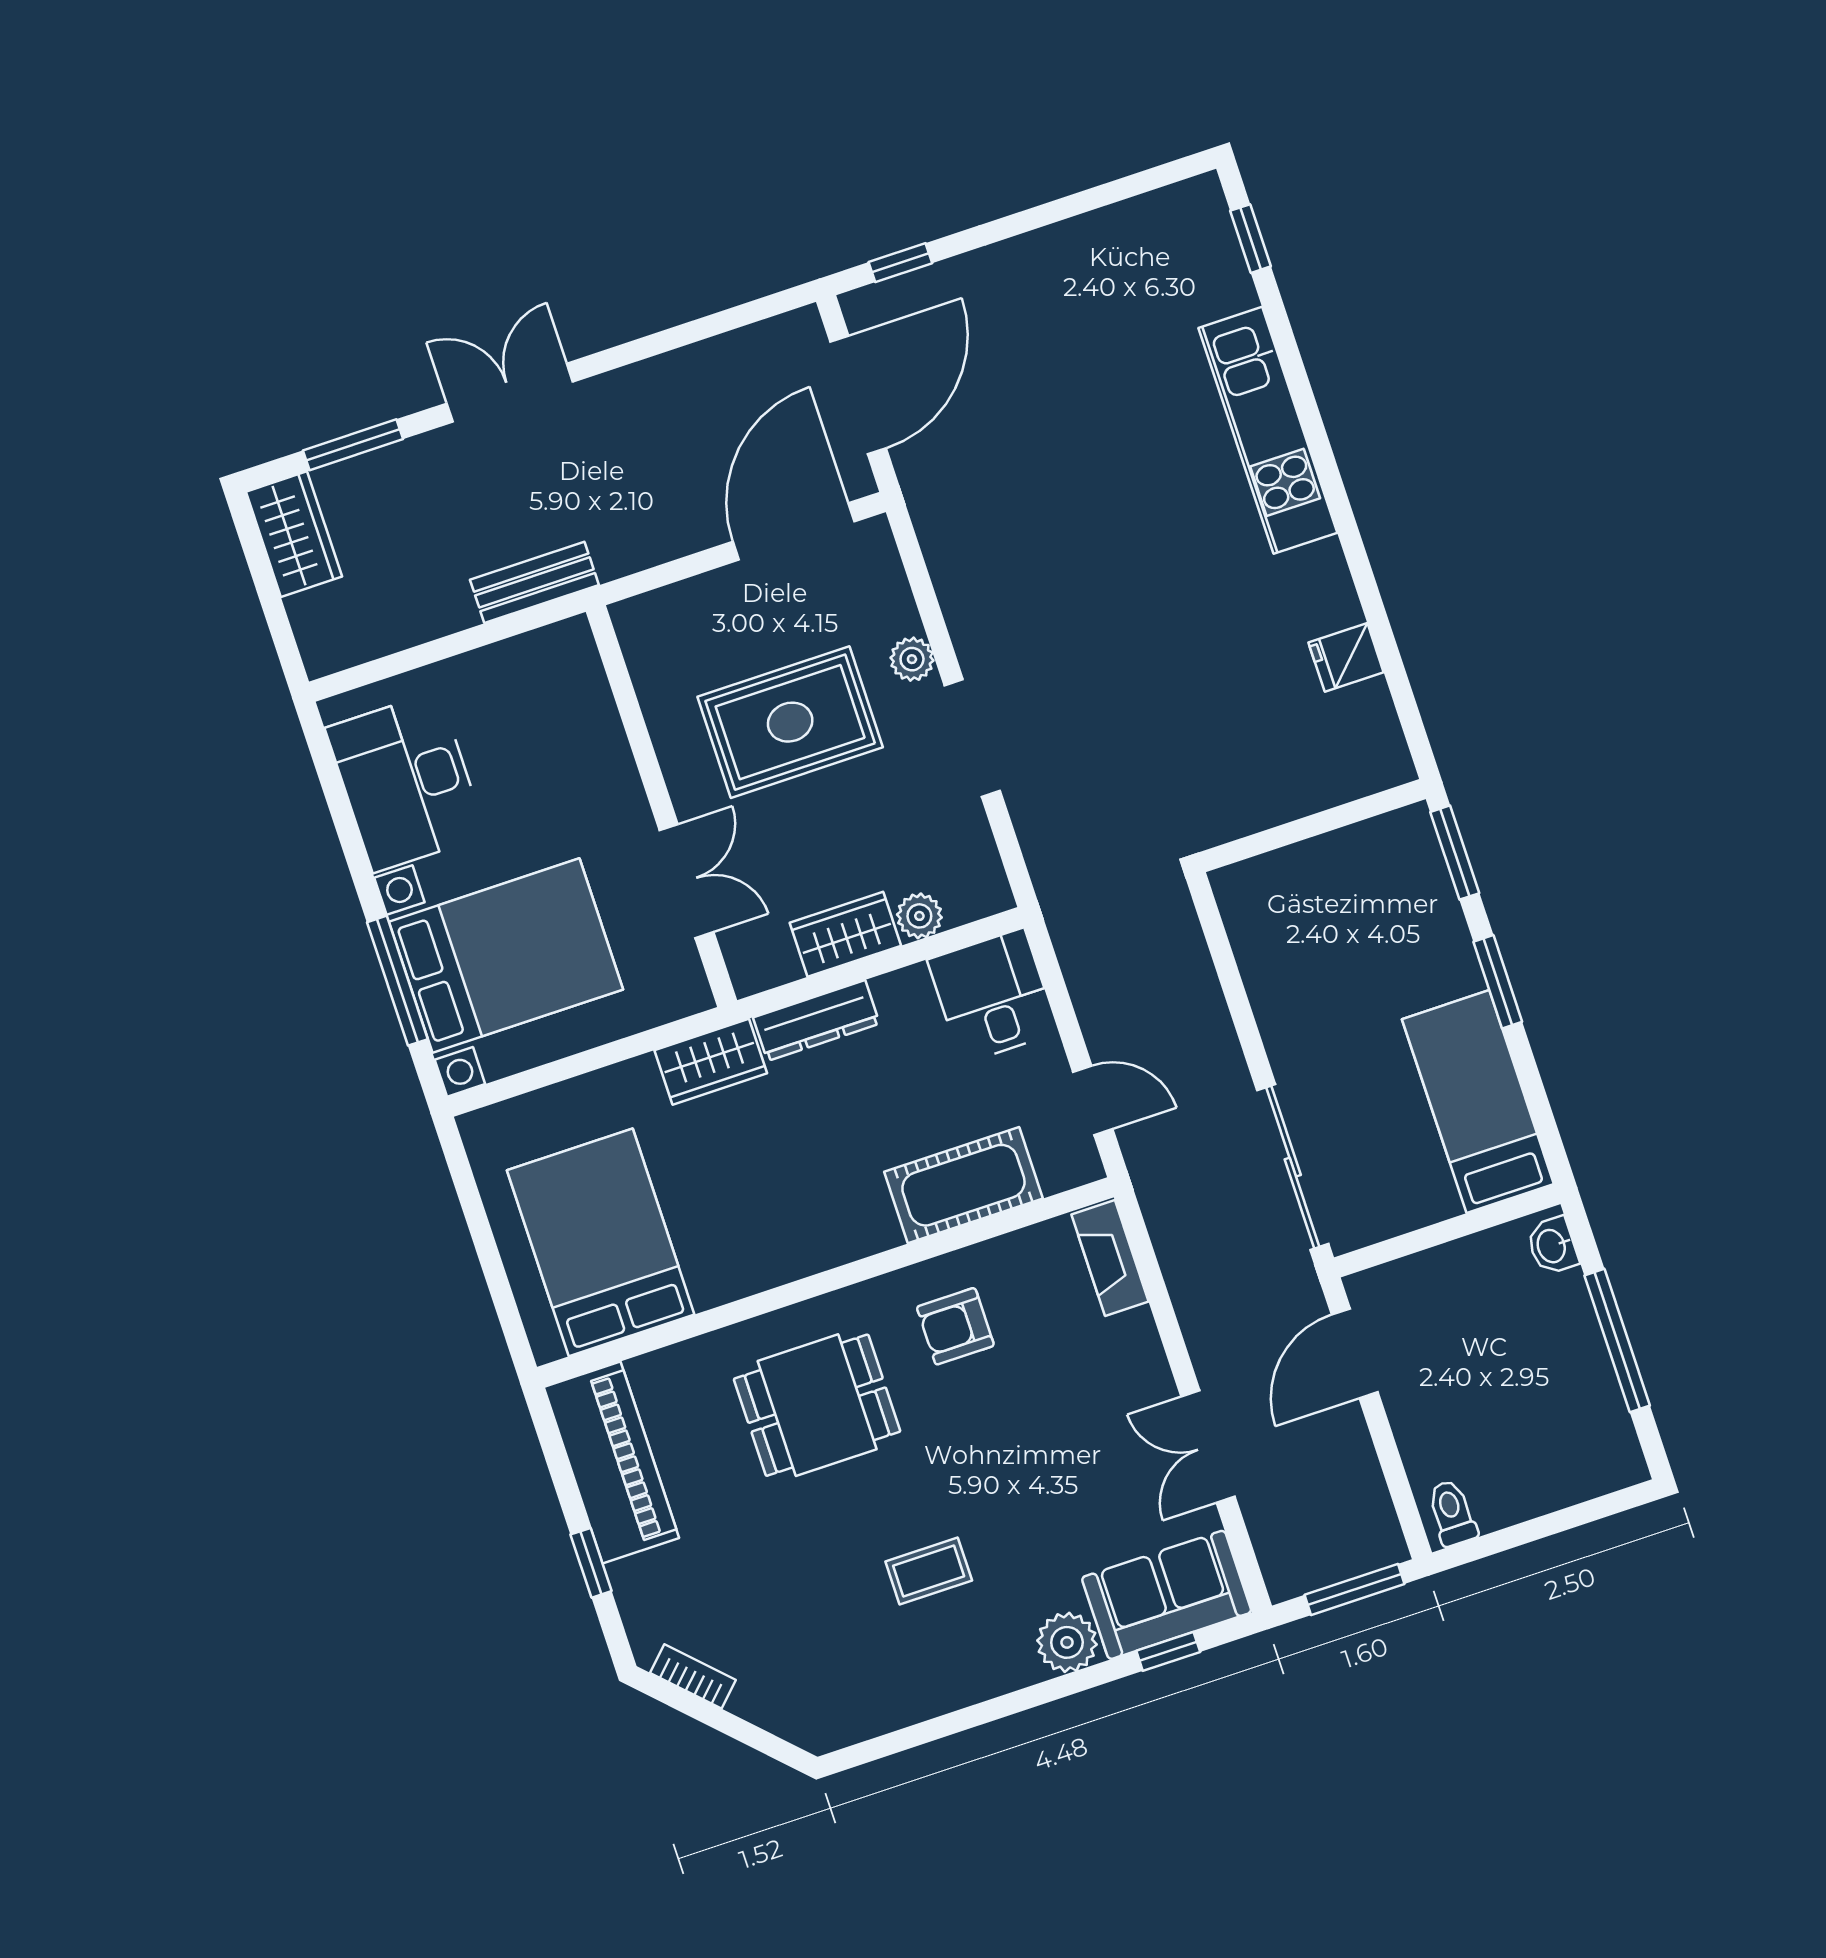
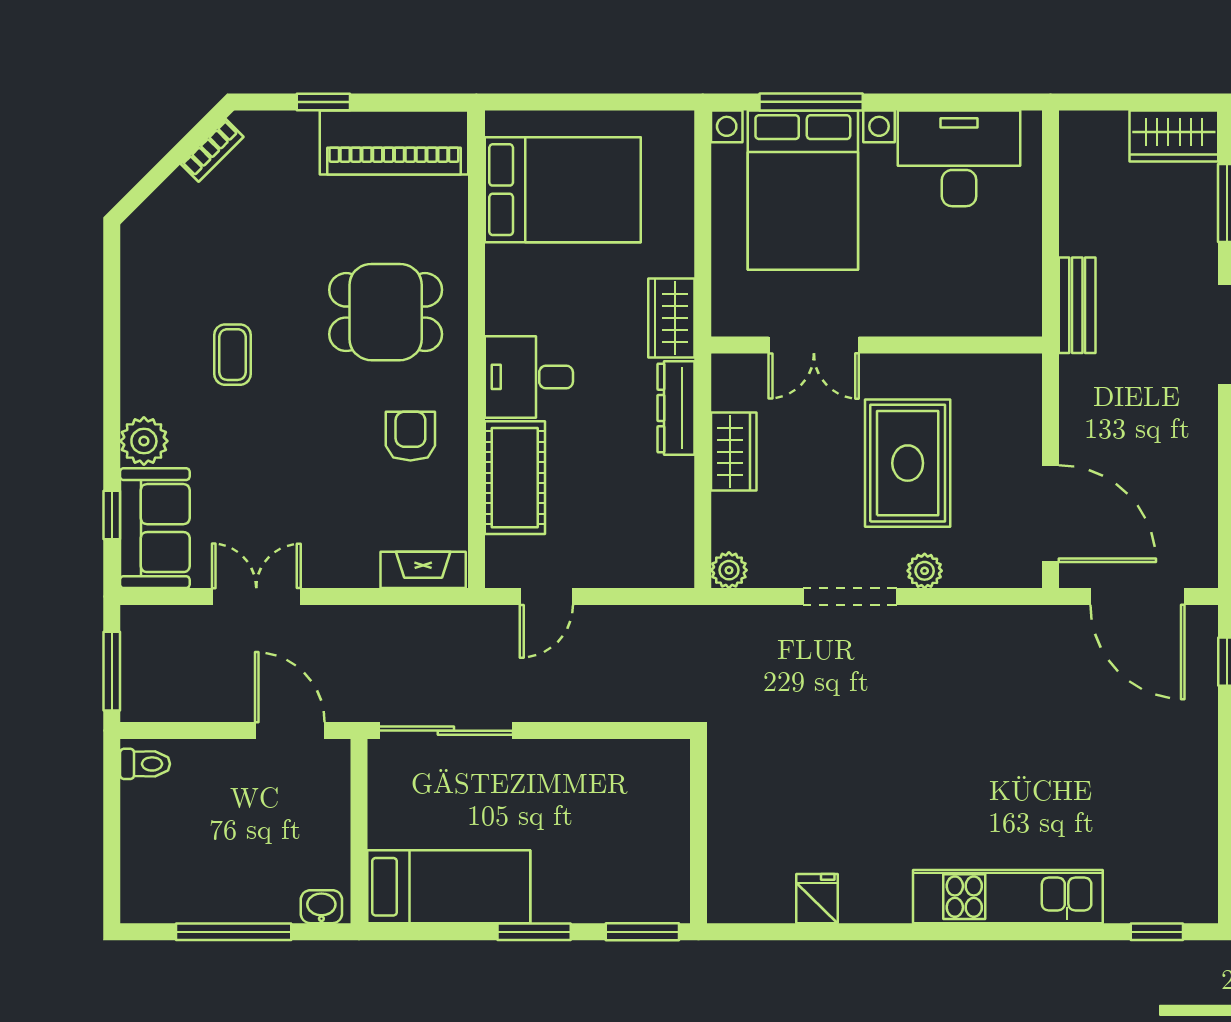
plant: (919, 916) -> (729, 570), moved
desk: (993, 996) -> (529, 377), moved, turned 180
dining table: (817, 1405) -> (386, 312), turned 90

